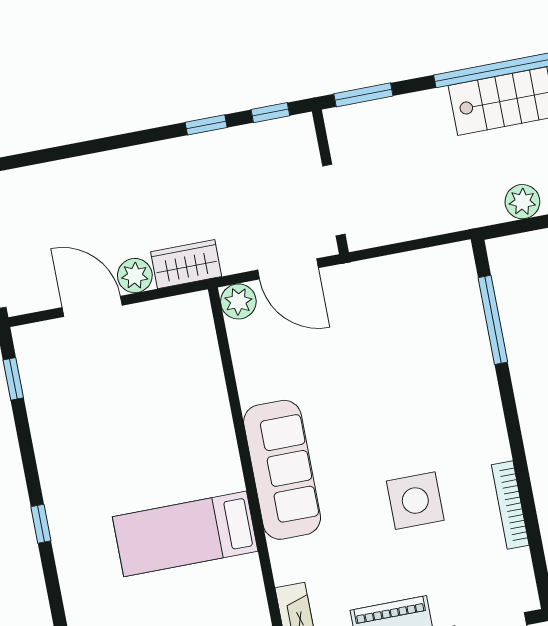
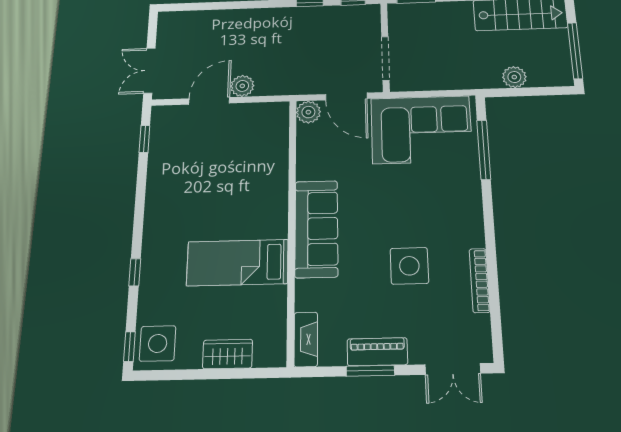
wardrobe: (186, 264) -> (278, 84), removed
corner sofa: (402, 303) -> (421, 130), added
door: (92, 306) -> (209, 101), hinge flipped
window: (41, 524) -> (135, 272), moved

